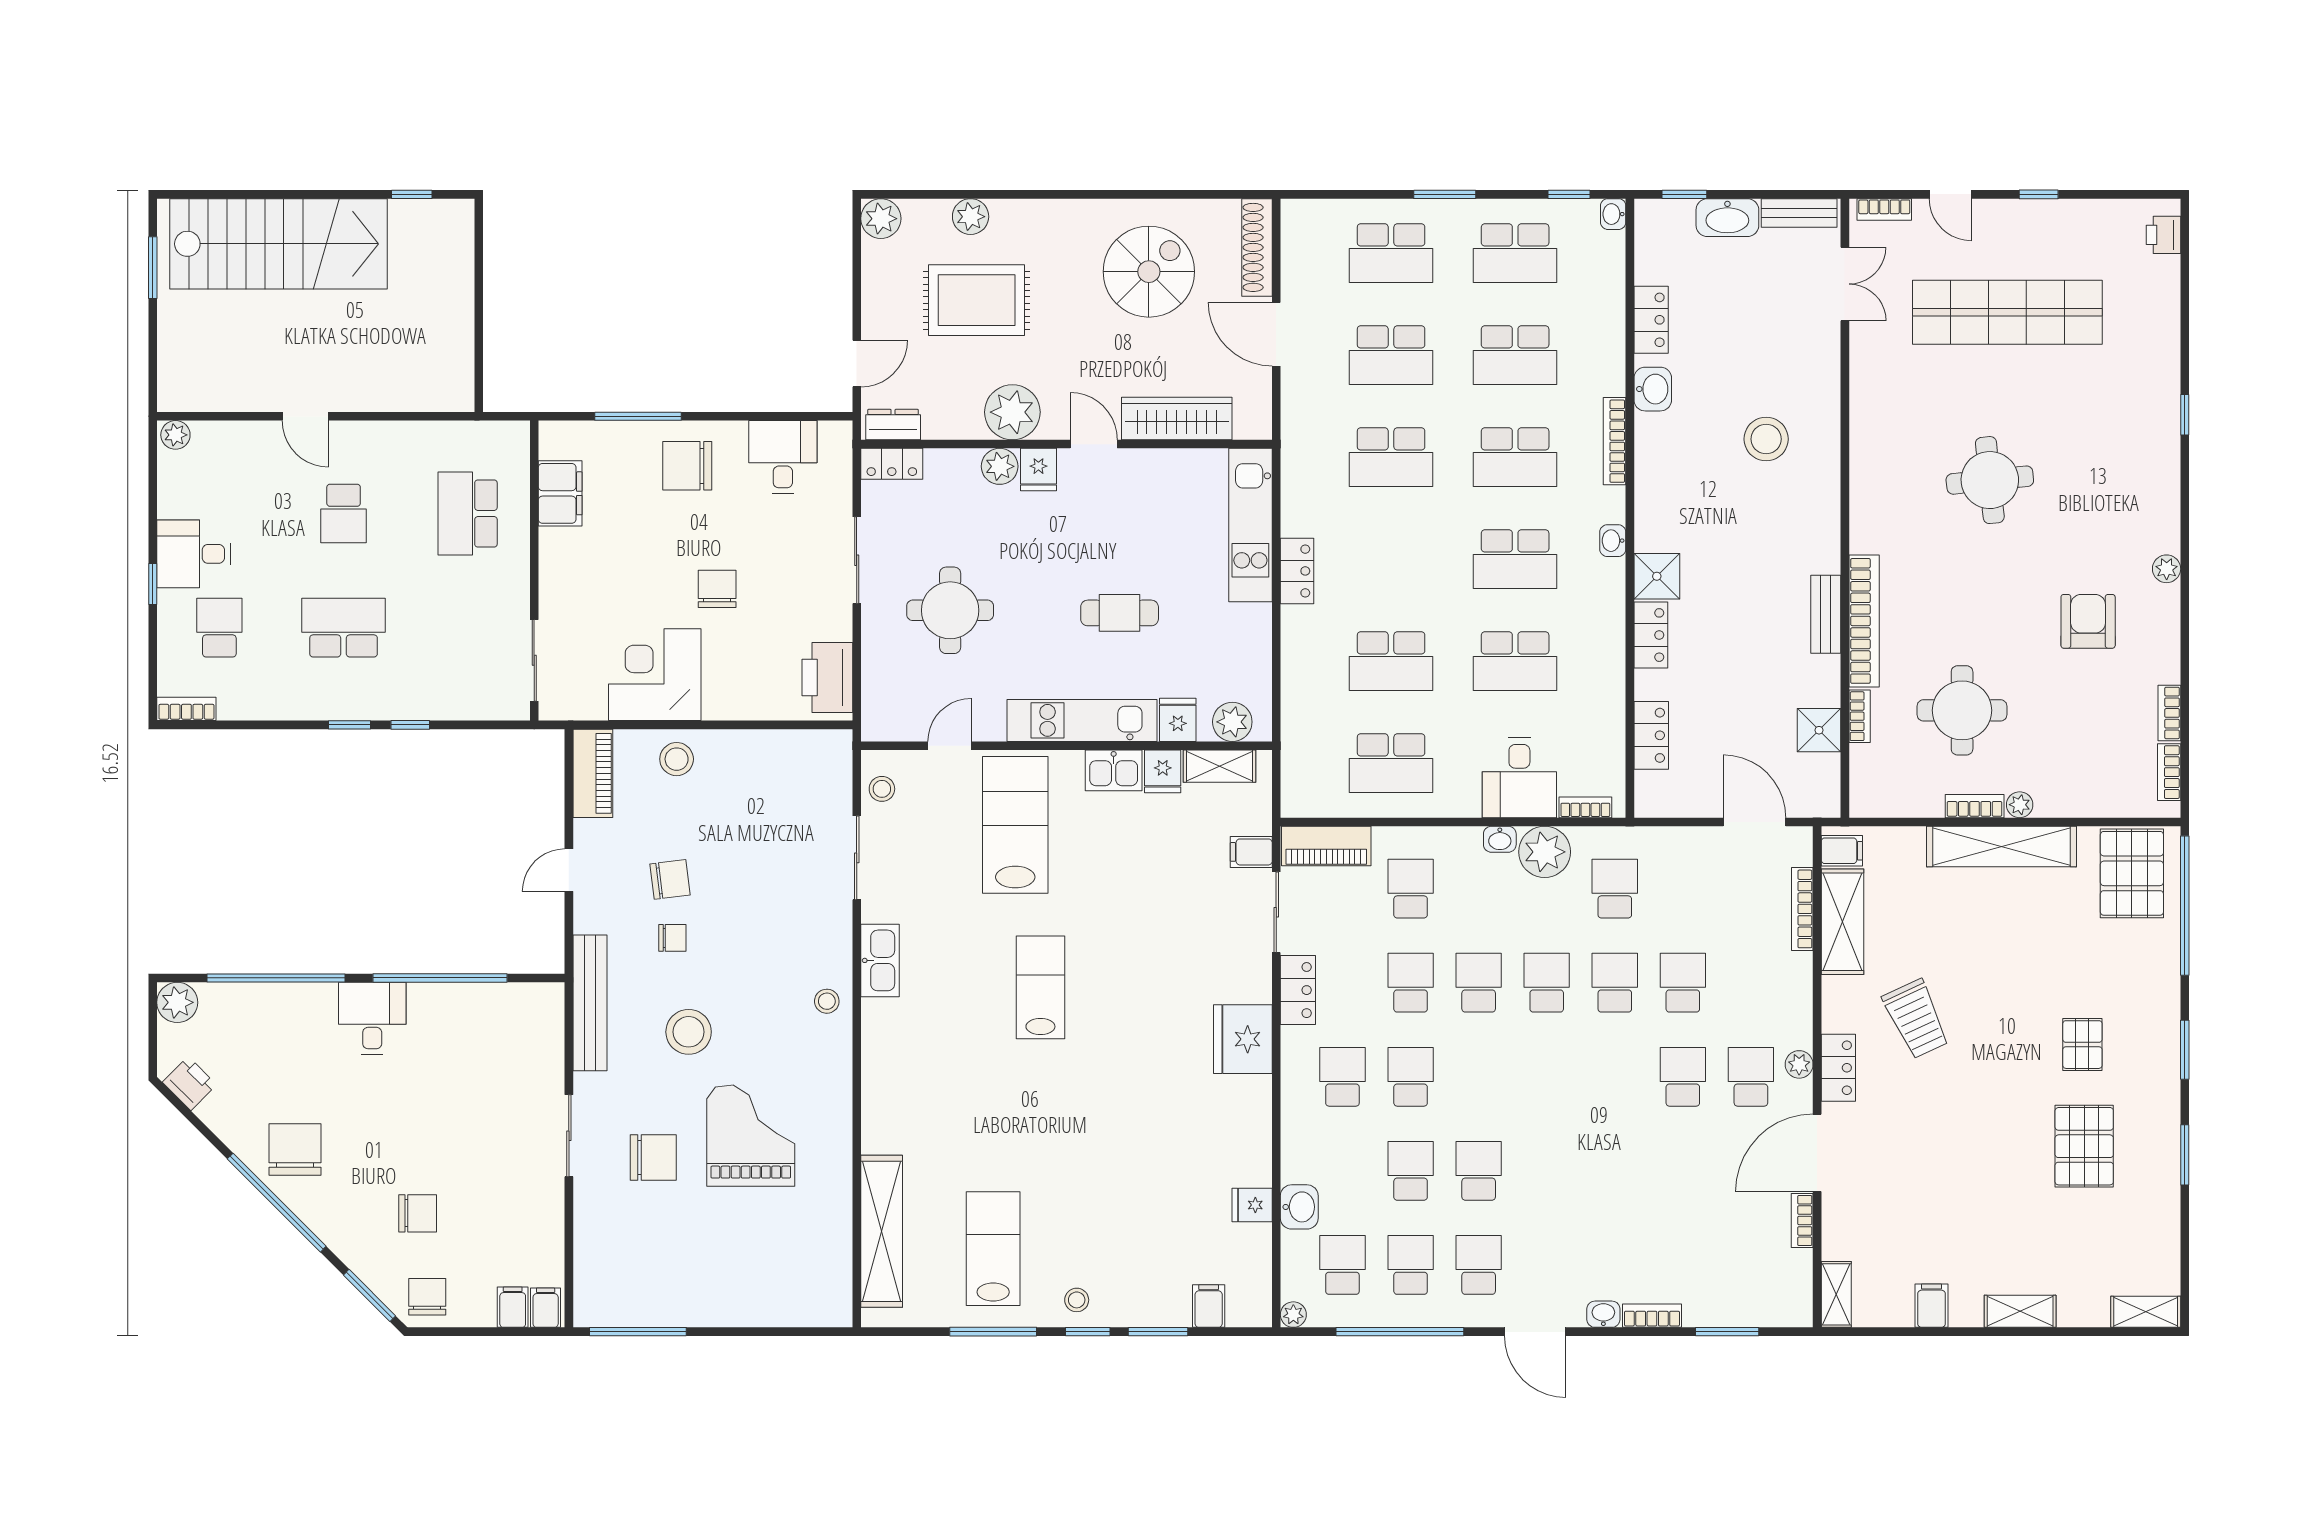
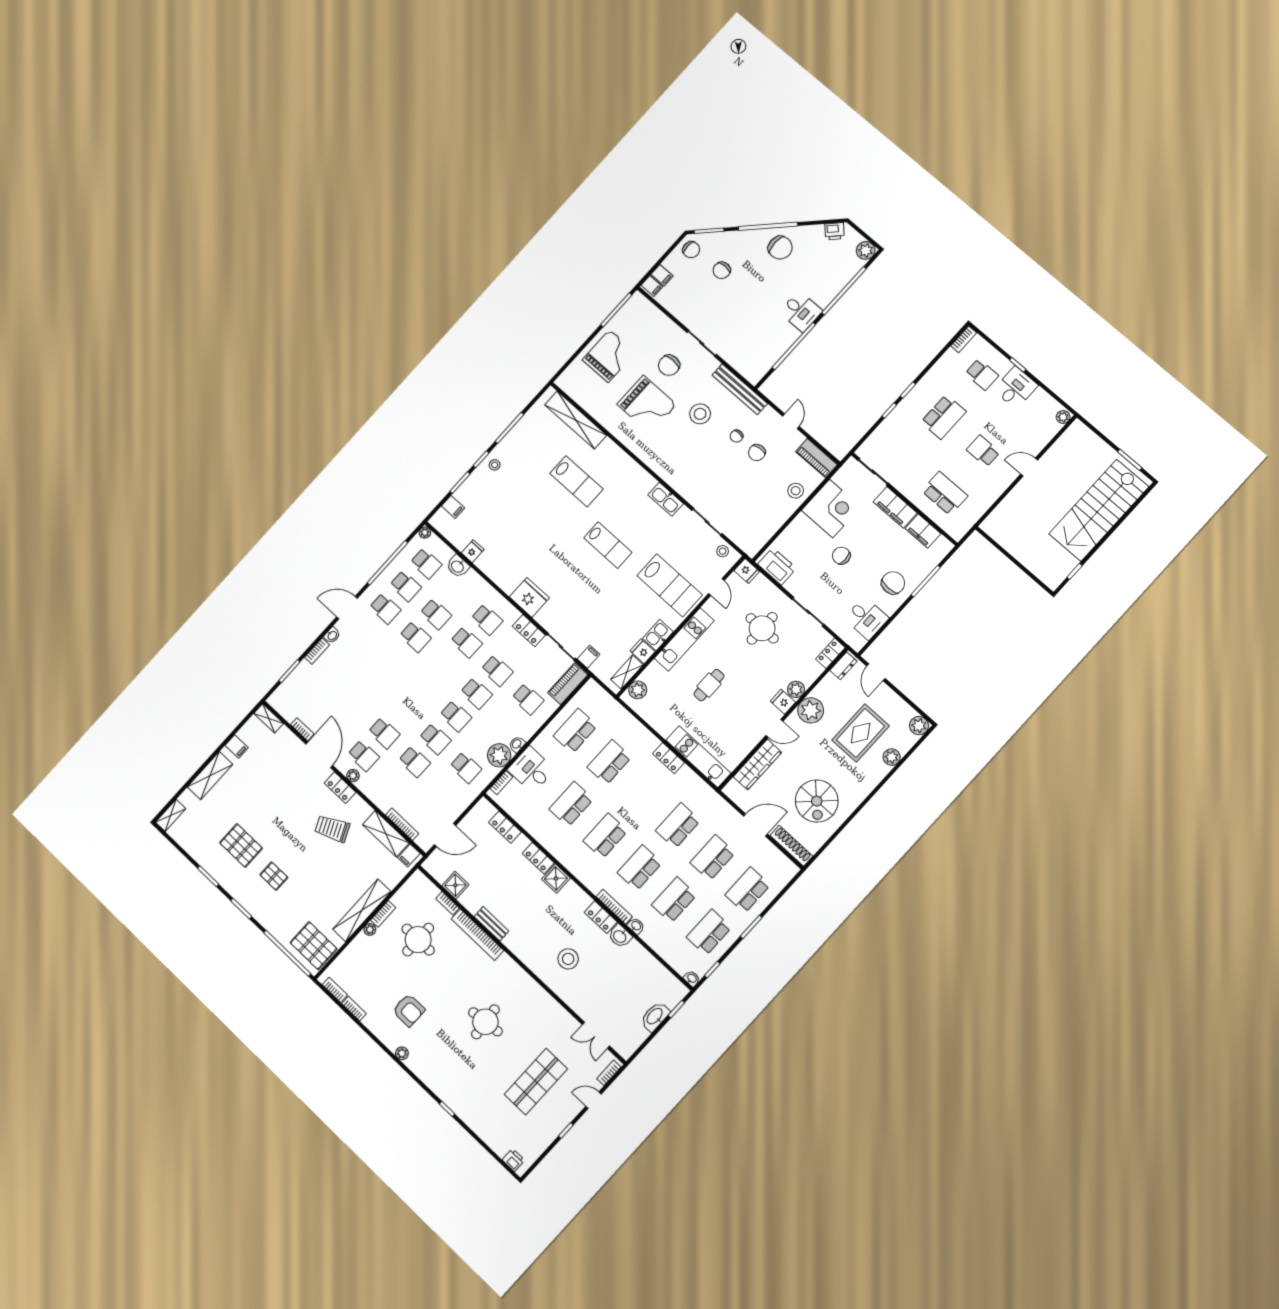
bench: (1799, 213) -> (634, 1043), removed
shop shelf: (2007, 312) -> (536, 1082), width x0.71
locker: (1651, 320) -> (601, 917), moved
washbasin: (1613, 541) -> (636, 926), moved
filing cabinet: (561, 573) -> (895, 507), added
chair: (717, 589) -> (841, 556), turned 180
fridge: (1178, 720) -> (747, 571), moved
stool: (827, 1001) -> (668, 469), removed
lab bench: (993, 1249) -> (576, 481), moved
grand piano: (726, 1273) -> (609, 356), added
shelving: (2020, 1311) -> (210, 776), width x1.50, depth x1.33

